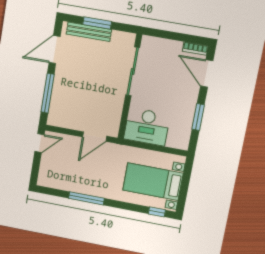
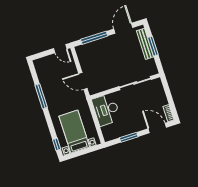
door: (55, 50) -> (123, 28), hinge flipped
door: (207, 74) -> (157, 128), hinge flipped

